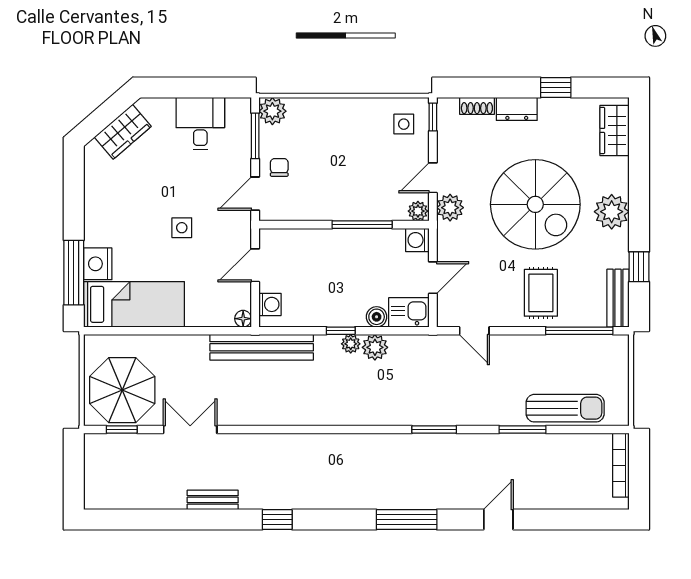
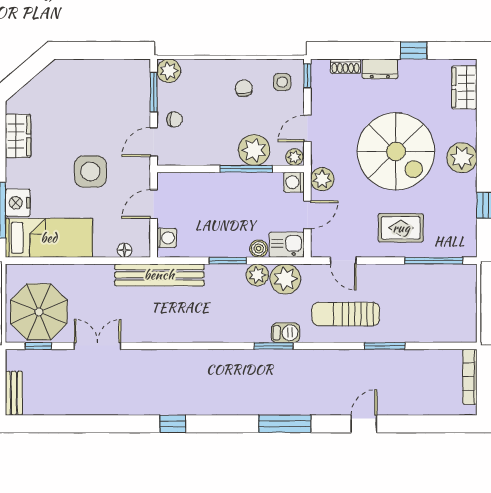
desk: (200, 124) -> (106, 82), removed
chair: (359, 131) -> (244, 88), added
wardrobe: (123, 132) -> (18, 136), moved, turned -49
chair: (279, 167) -> (175, 119), turned 90
plant: (371, 203) -> (254, 150), added
plant: (450, 208) -> (322, 179), moved
side table: (182, 228) -> (90, 171), width x1.87, depth x1.87
rug: (541, 293) -> (401, 228), turned 90
bench: (618, 298) -> (467, 232), removed
floor lamp: (243, 319) -> (124, 250), moved
window: (341, 331) -> (228, 261), width x1.50
plant: (351, 344) -> (285, 279), moved, width x1.88, depth x1.88
sun lounger: (565, 408) -> (346, 314), moved, turned 180
barbecue: (408, 414) -> (286, 333), added
window: (434, 429) -> (273, 346), moved
bench: (213, 500) -> (14, 393), moved, turned 90

